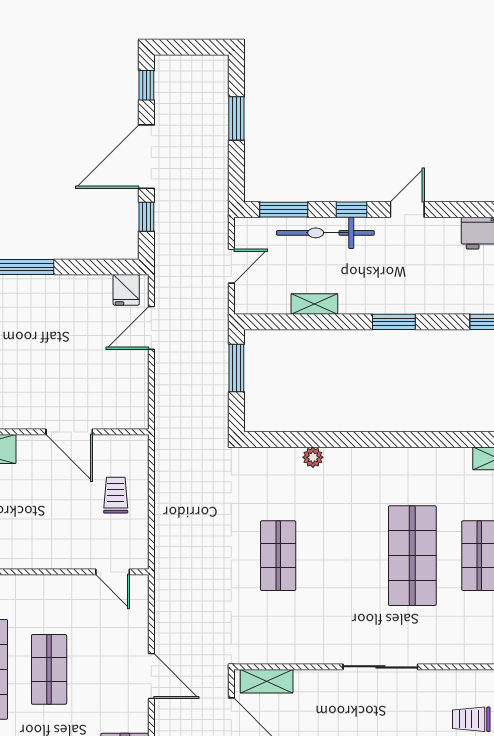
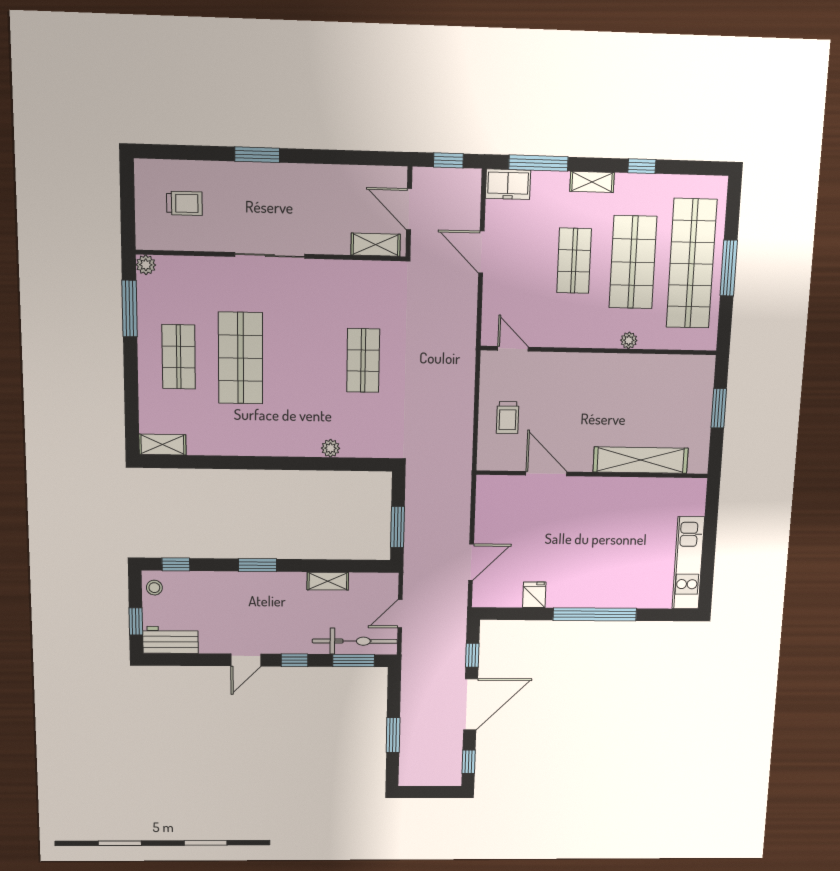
bicycle: (325, 233) -> (355, 641), moved
fridge: (126, 290) -> (534, 595), moved

